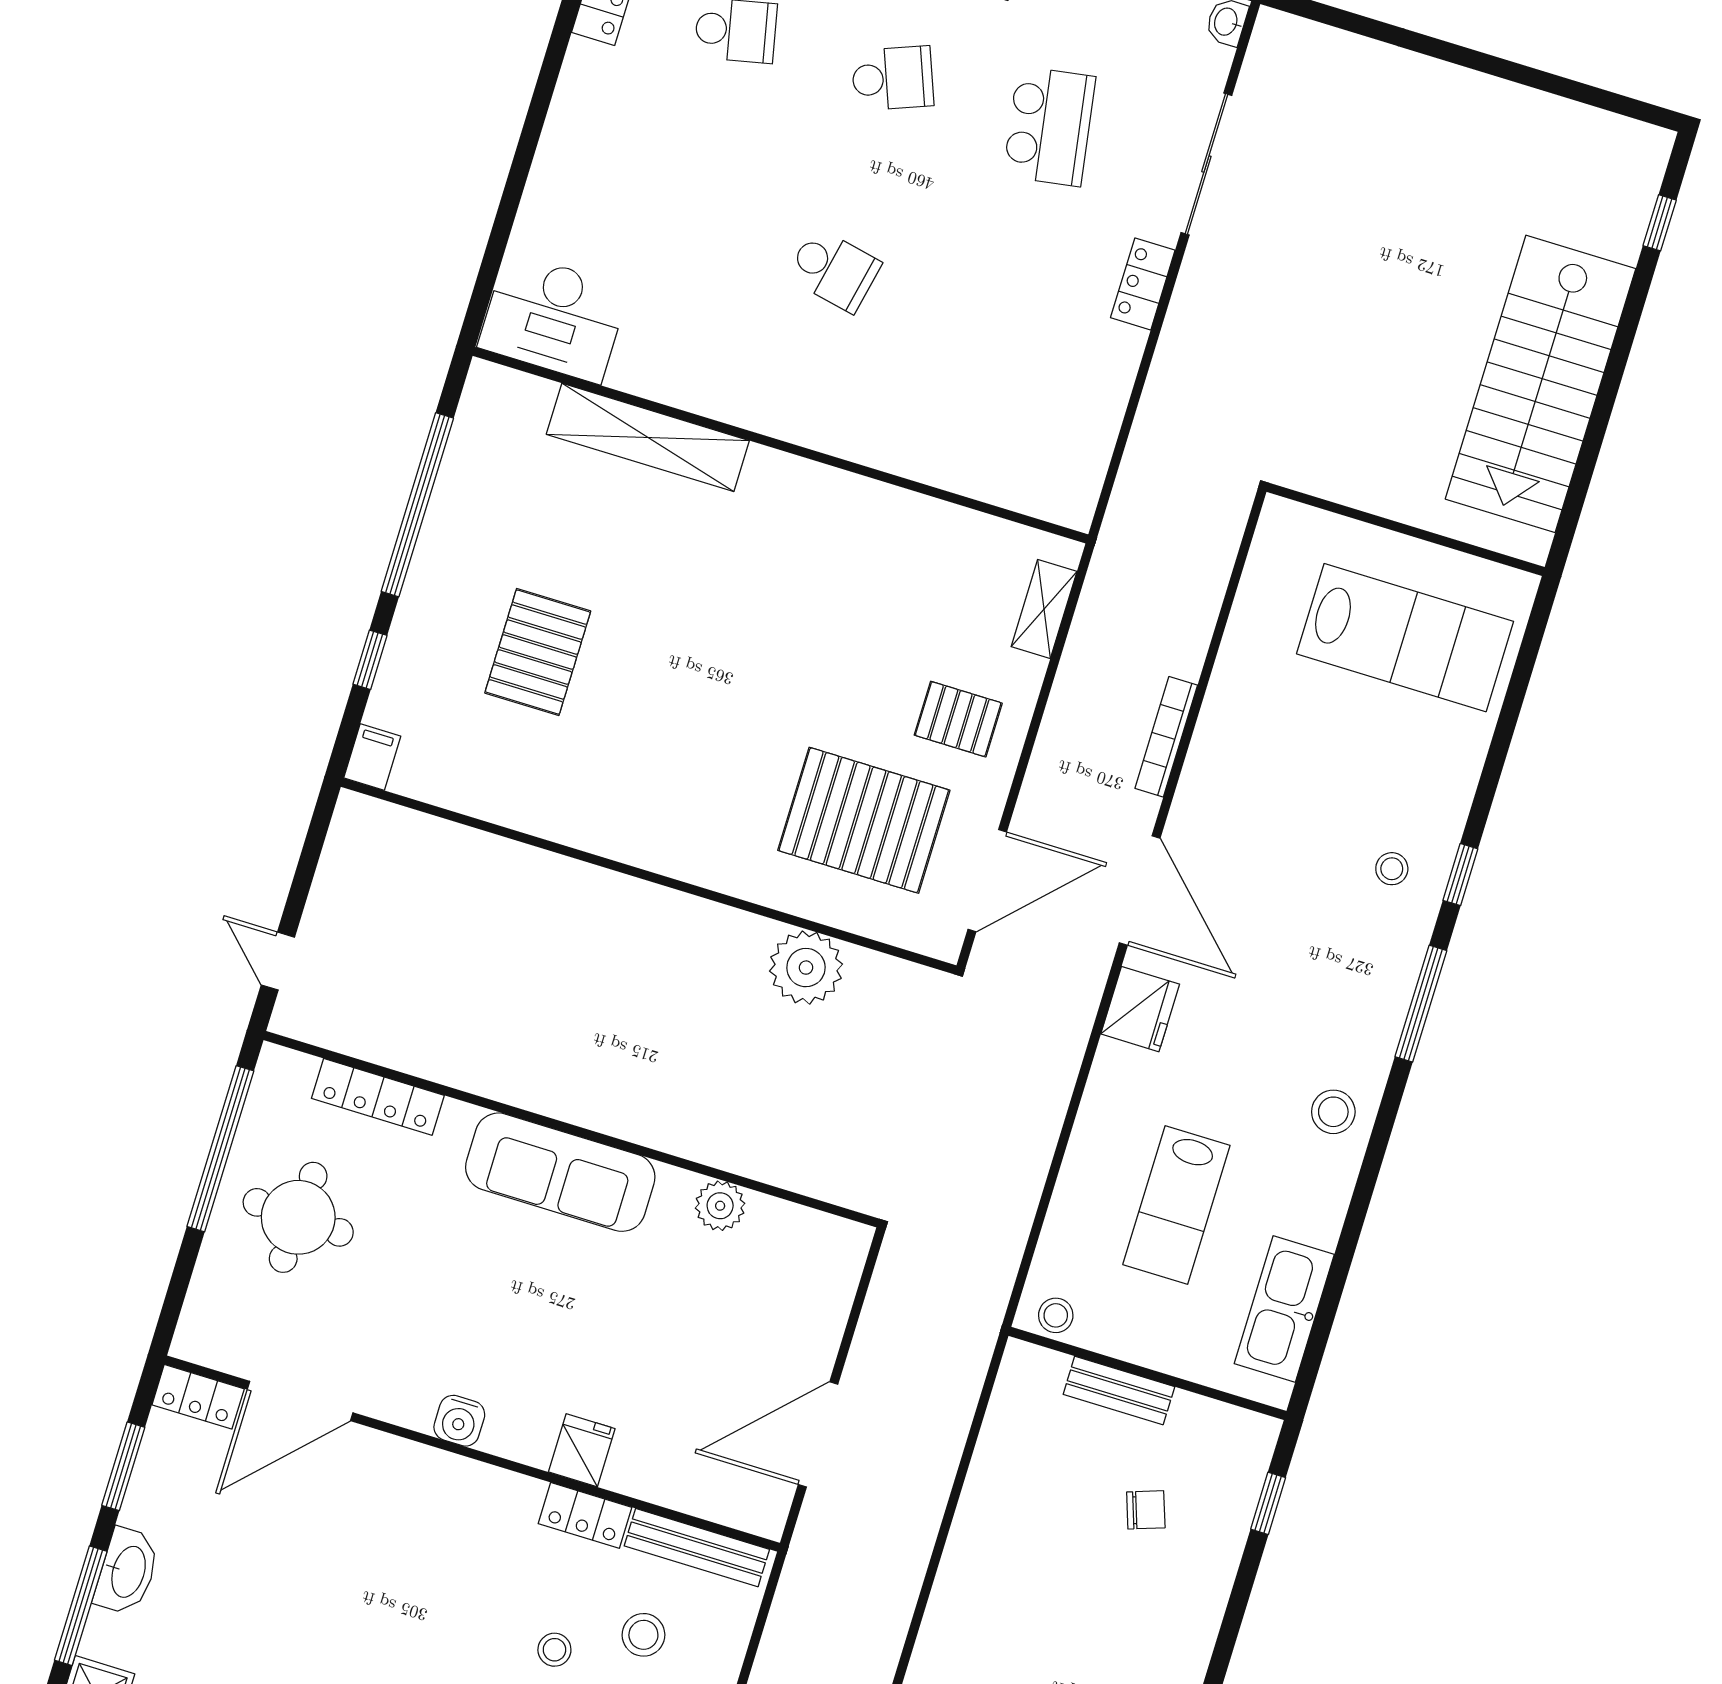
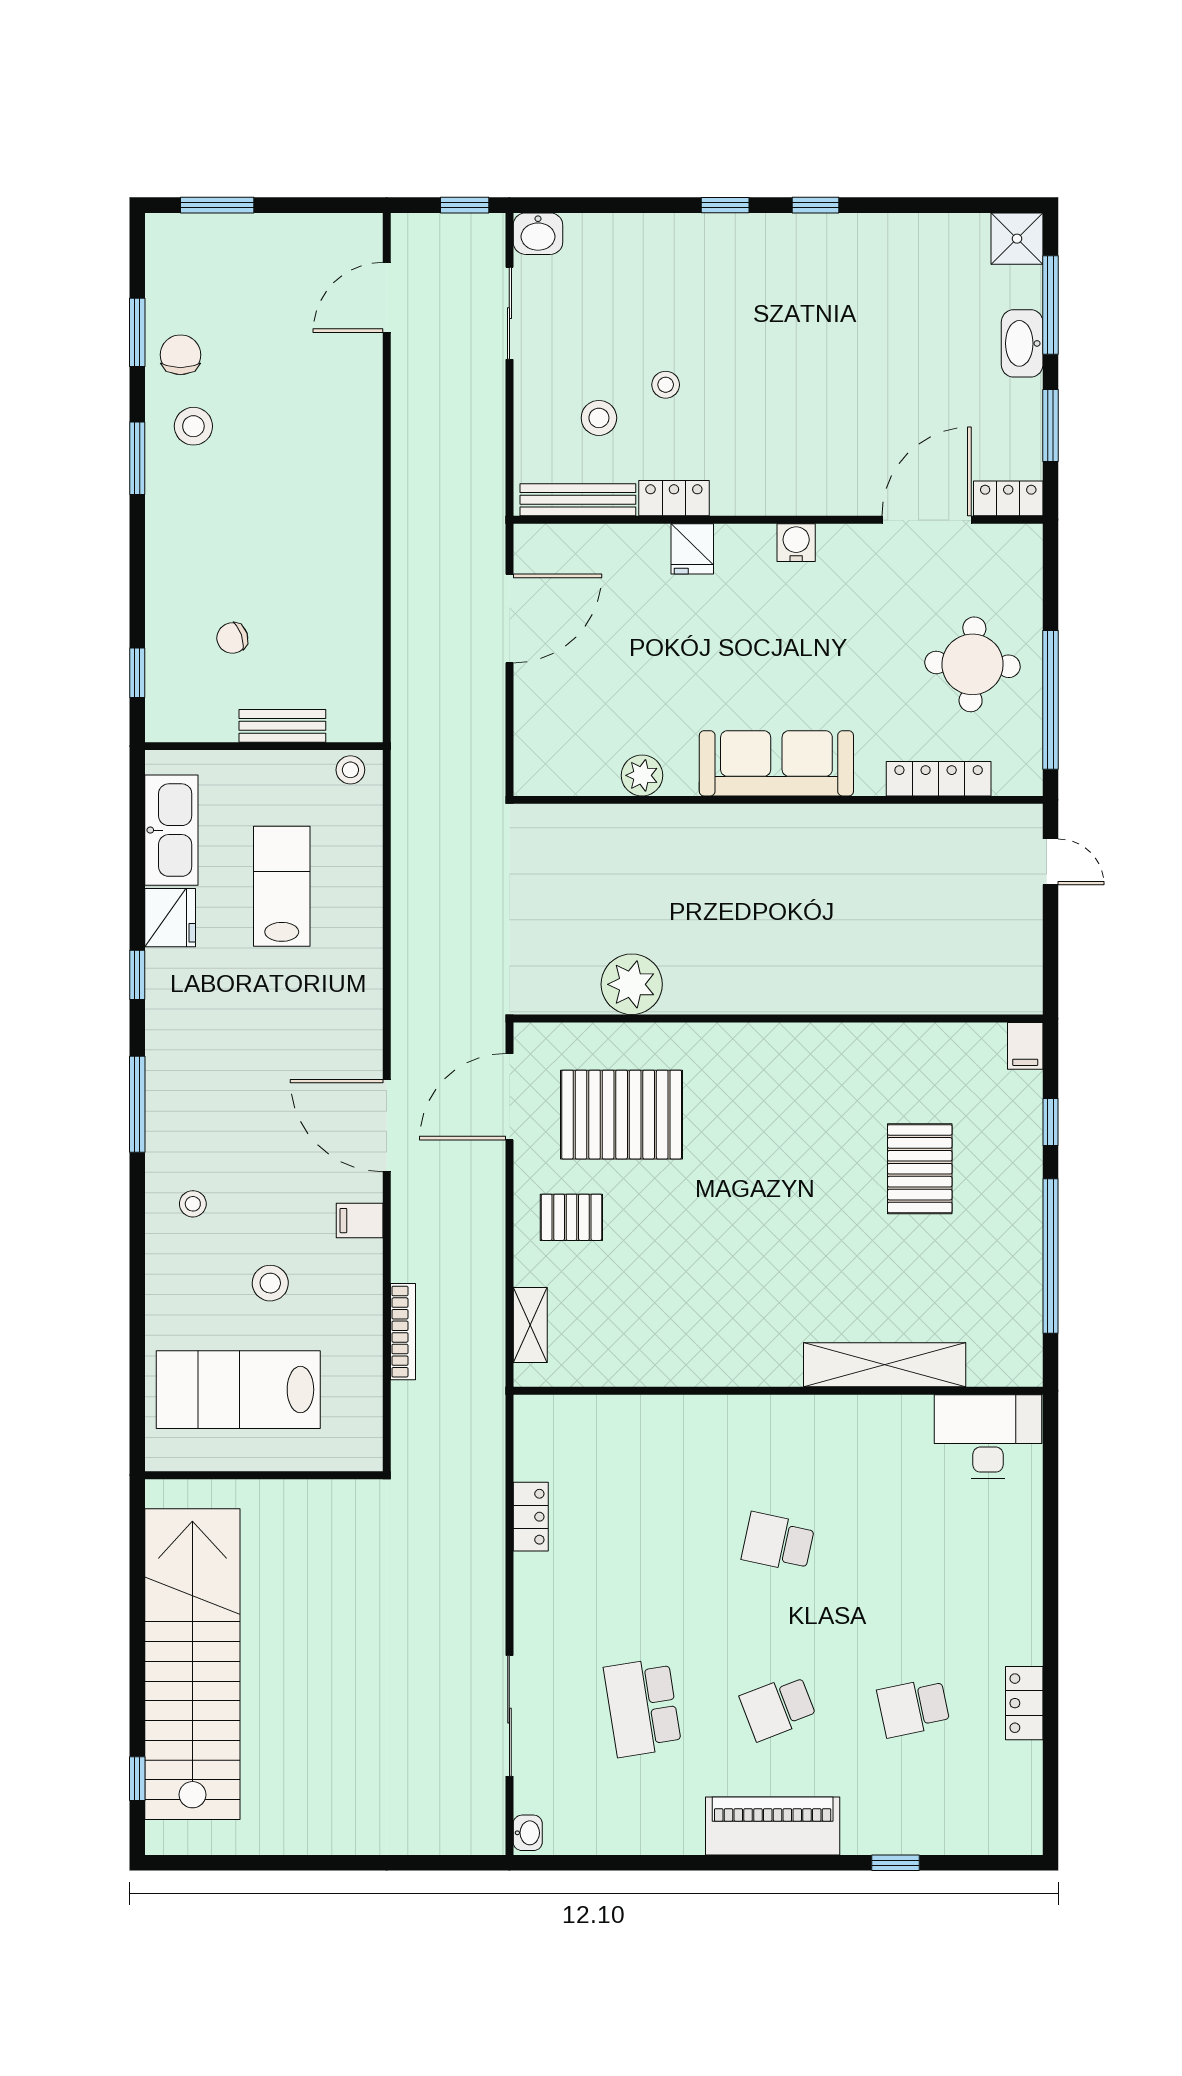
locker: (1143, 284) -> (531, 1517), moved
stairs: (1541, 384) -> (192, 1664), width x1.36
bookcase: (1166, 737) -> (403, 1332), moved
filing cabinet: (1205, 790) -> (360, 1221), added
window: (1460, 875) -> (137, 975), moved
fridge: (1140, 1009) -> (170, 918), moved, turned 180
stool: (1333, 1112) -> (270, 1283), moved

